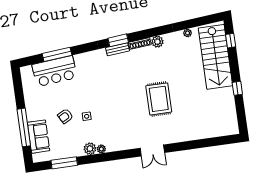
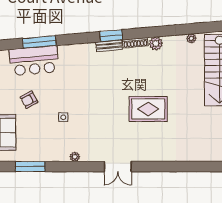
rug: (159, 99) -> (148, 109), turned 90
armchair: (65, 116) -> (29, 100), moved
plant: (90, 149) -> (62, 155), removed
double door: (152, 150) -> (118, 167), moved

